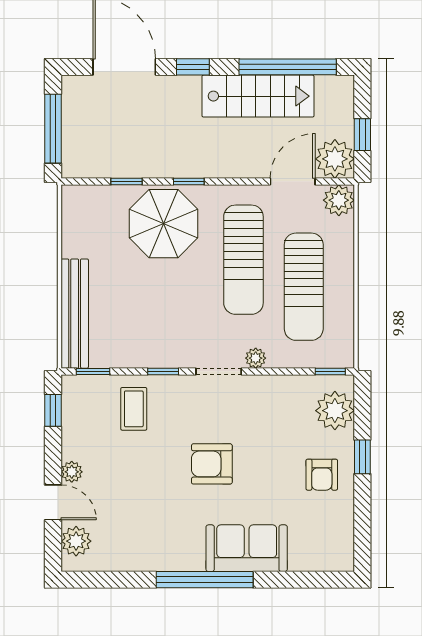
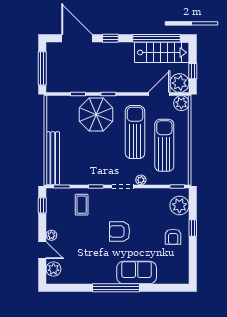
stairs: (258, 96) -> (162, 52), moved
sun lounger: (243, 260) -> (135, 132), turned 180
sun lounger: (304, 287) -> (164, 145), turned 180

